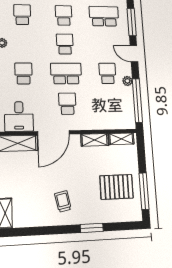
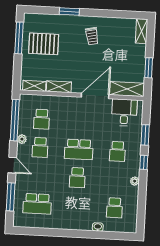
school desk: (64, 15) -> (76, 206), removed
school desk: (67, 104) -> (42, 119), moved

